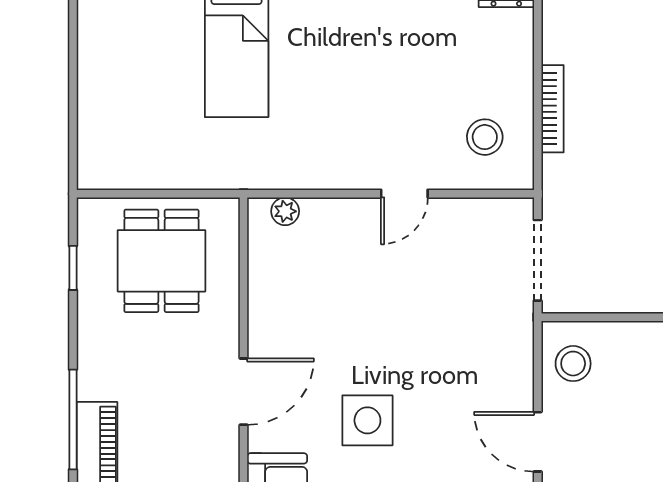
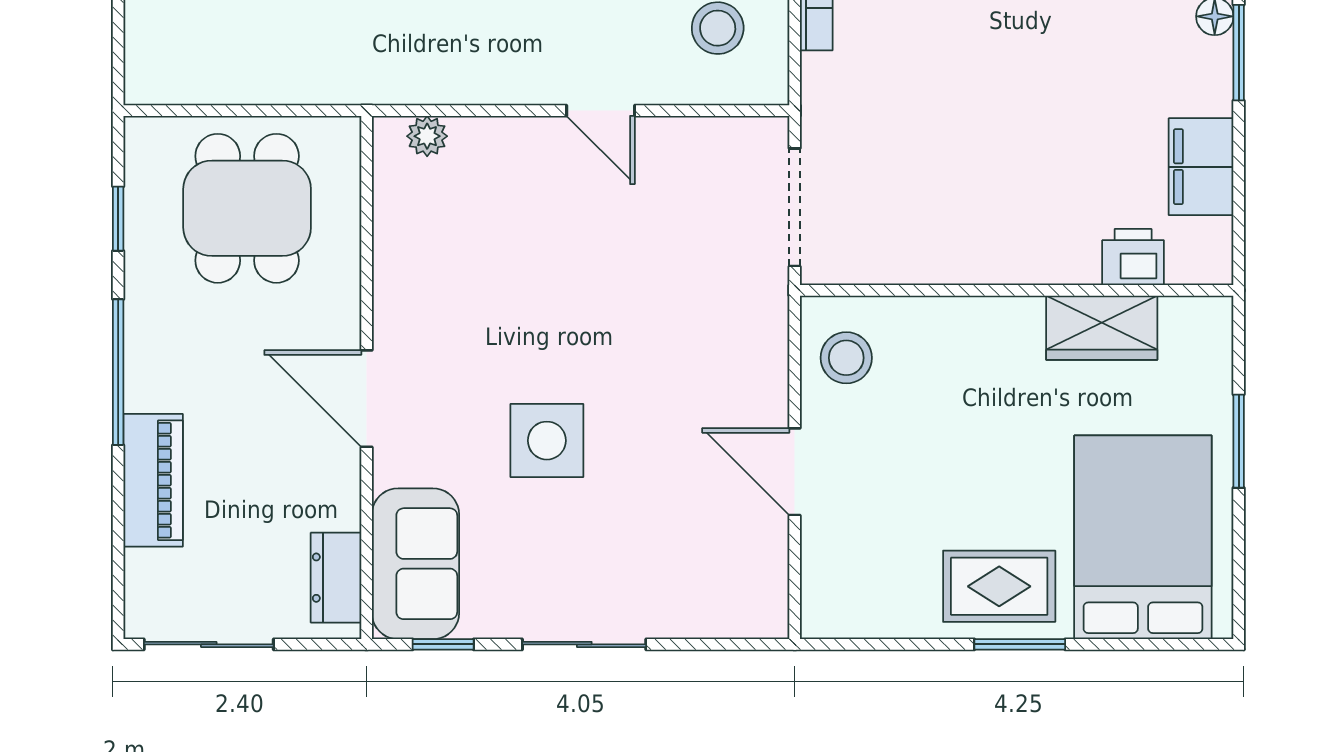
door: (404, 194) -> (601, 111), hinge flipped
door: (244, 392) -> (367, 399), swing flipped
window: (73, 420) -> (118, 372), moved

